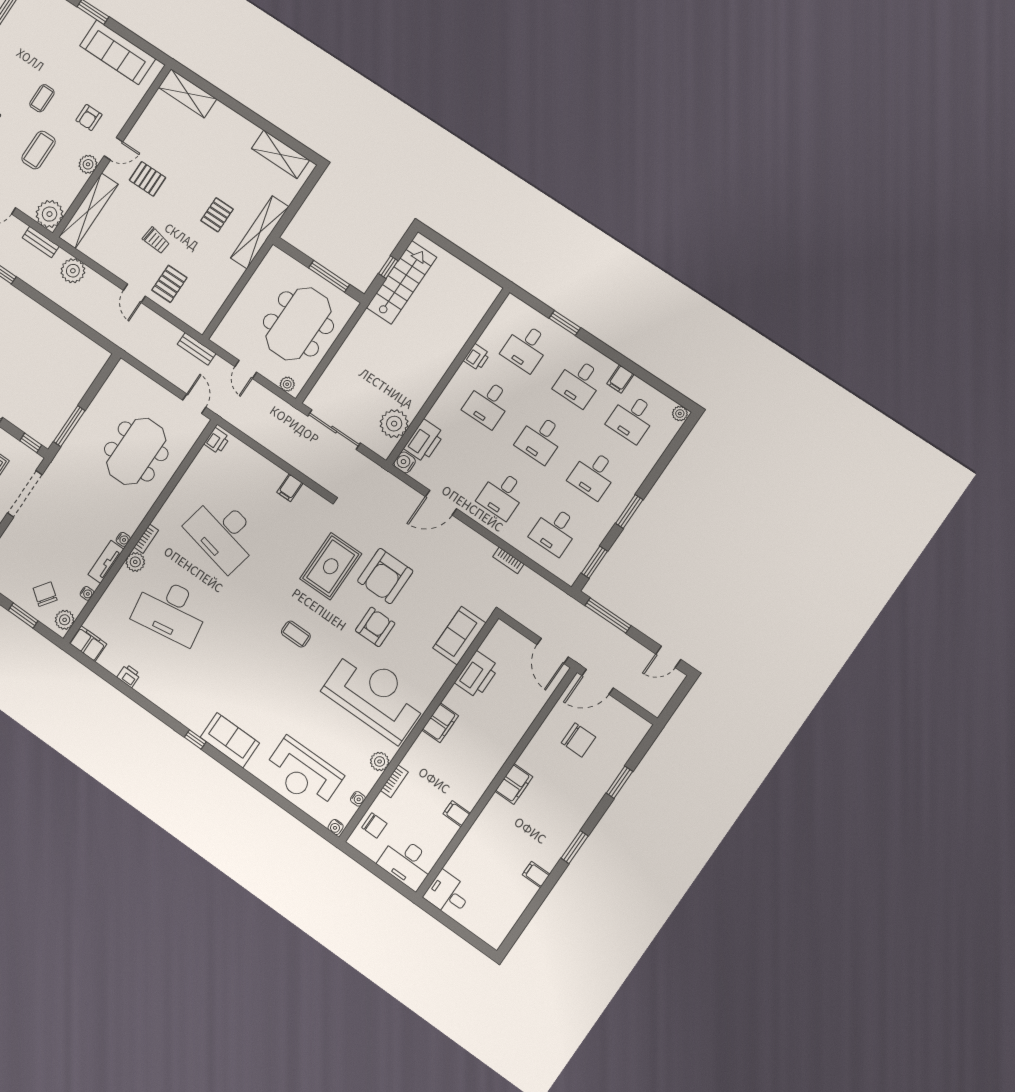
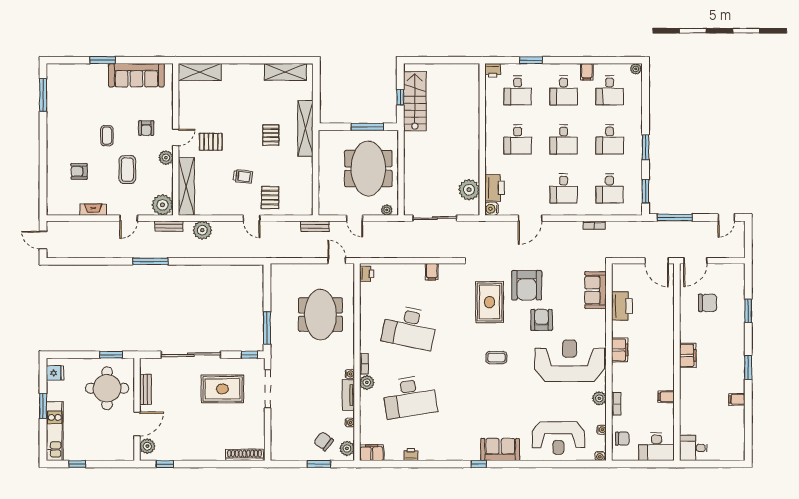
printer: (477, 357) -> (493, 70), moved, turned 90

